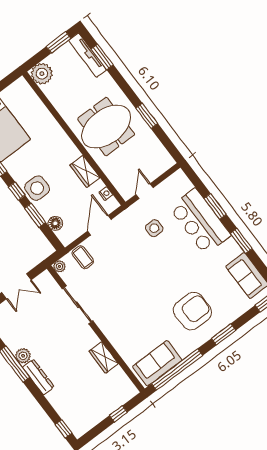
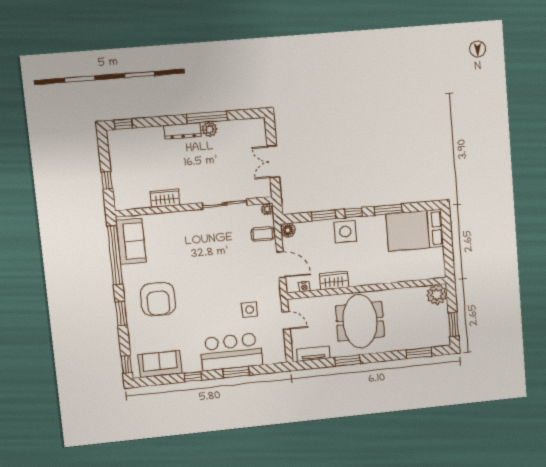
tv unit: (87, 55) -> (313, 354), moved, width x0.71
floor lamp: (55, 223) -> (288, 230), moved
window: (241, 241) -> (193, 377), width x0.67

